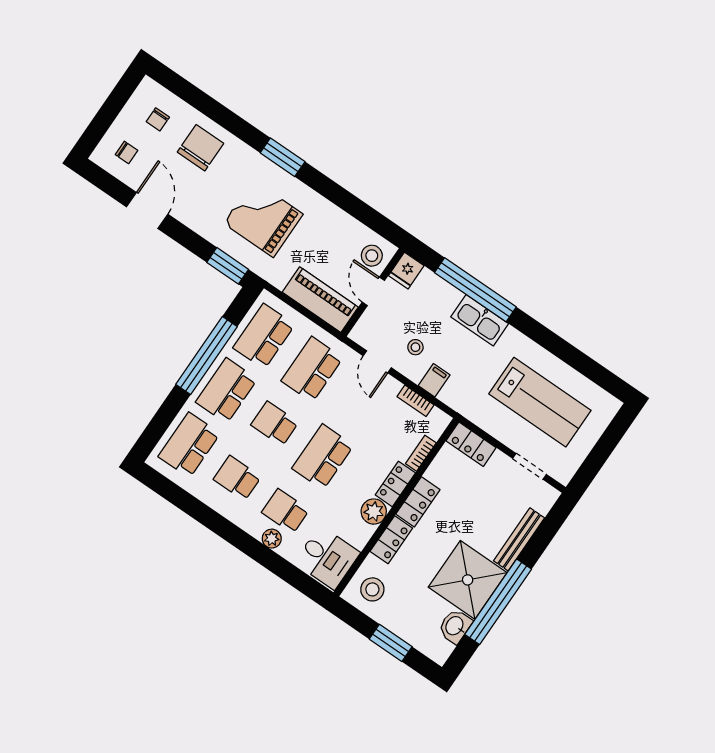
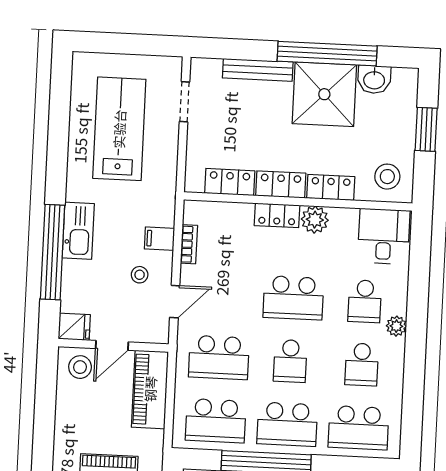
locker: (471, 444) -> (230, 182), moved, turned -90
bookcase: (421, 453) -> (234, 209), removed
plant: (272, 539) -> (396, 326), moved

